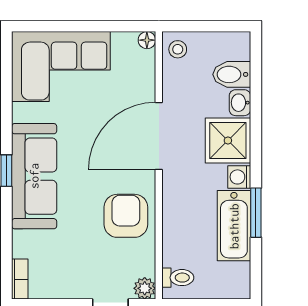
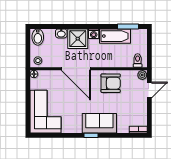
bidet: (232, 74) -> (38, 37), moved
sofa: (34, 176) -> (99, 123), width x0.73
window: (256, 213) -> (128, 26), moved
armchair: (126, 216) -> (111, 83), turned 180

